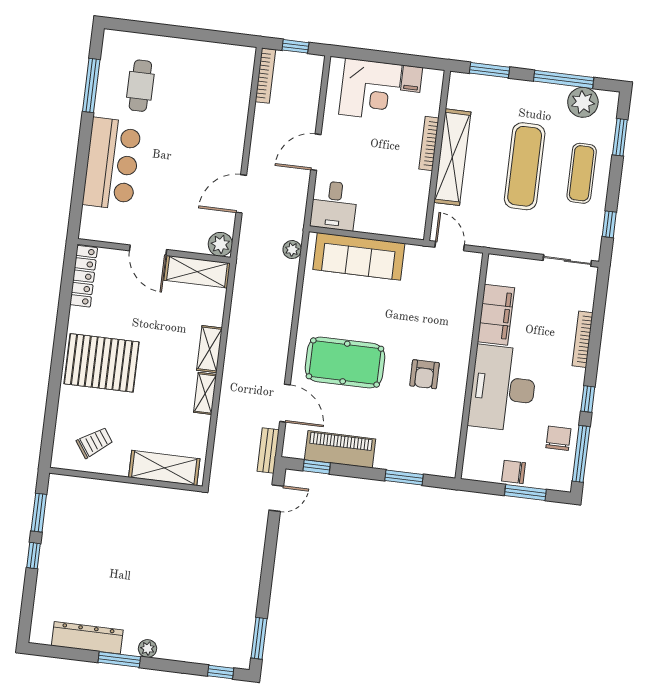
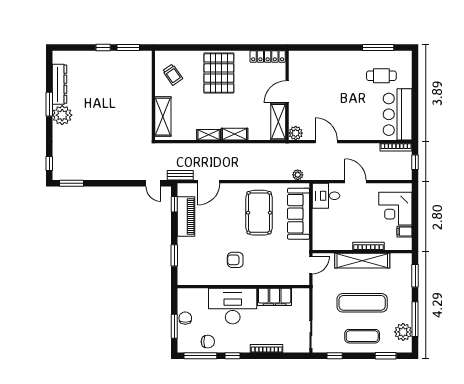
bar counter: (112, 164) -> (398, 114), moved, turned 90
pool table: (345, 363) -> (259, 213), moved
plant: (148, 649) -> (62, 115), width x1.88, depth x1.88

